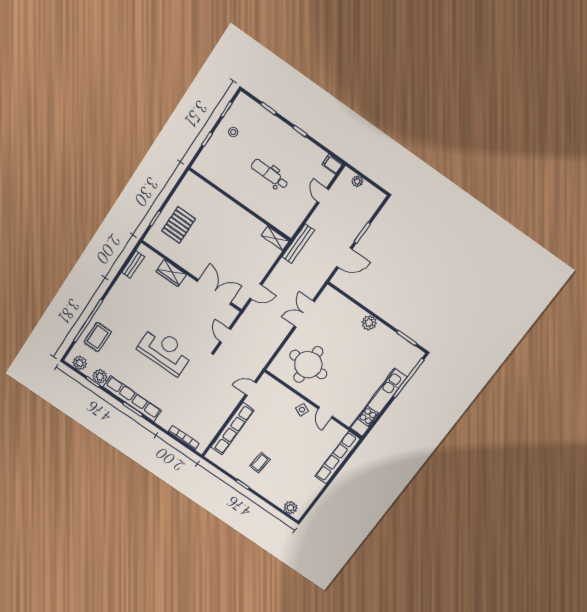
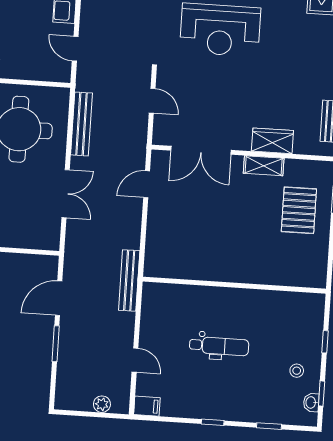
washbasin: (236, 108) -> (311, 402), added
shelving: (275, 238) -> (264, 166), moved
bench: (272, 346) -> (81, 124), added
door: (251, 389) -> (75, 49), swing flipped

